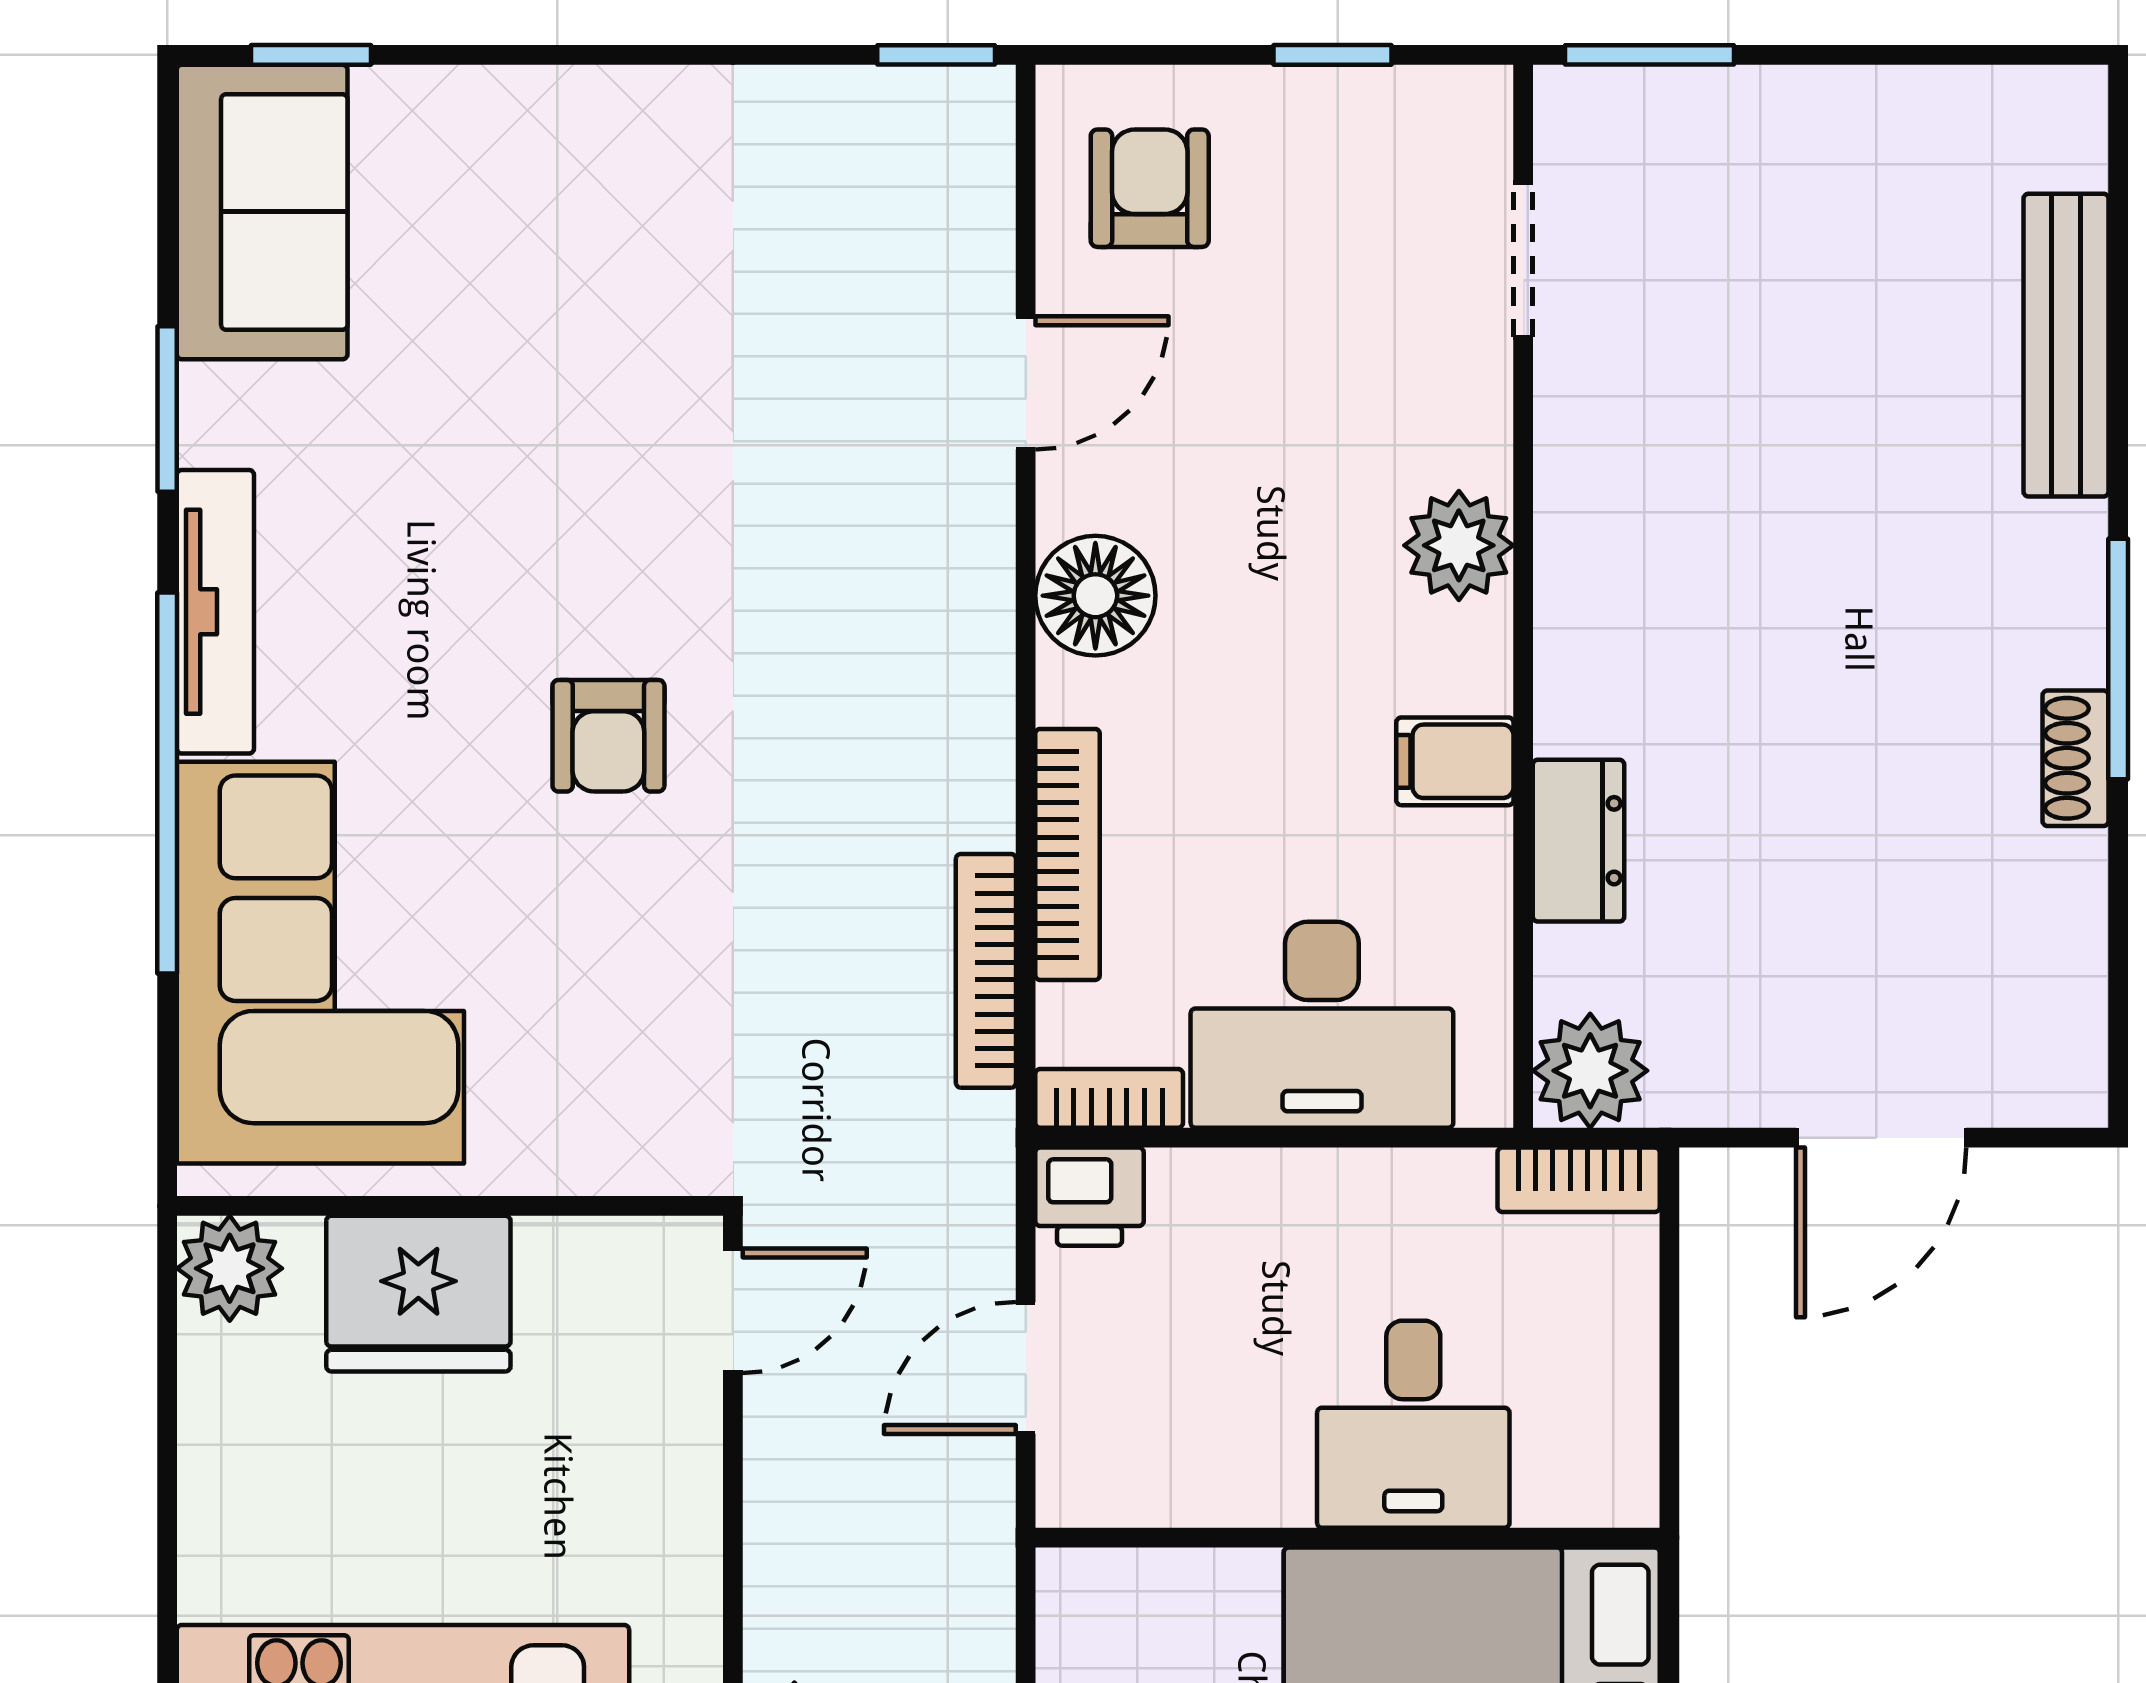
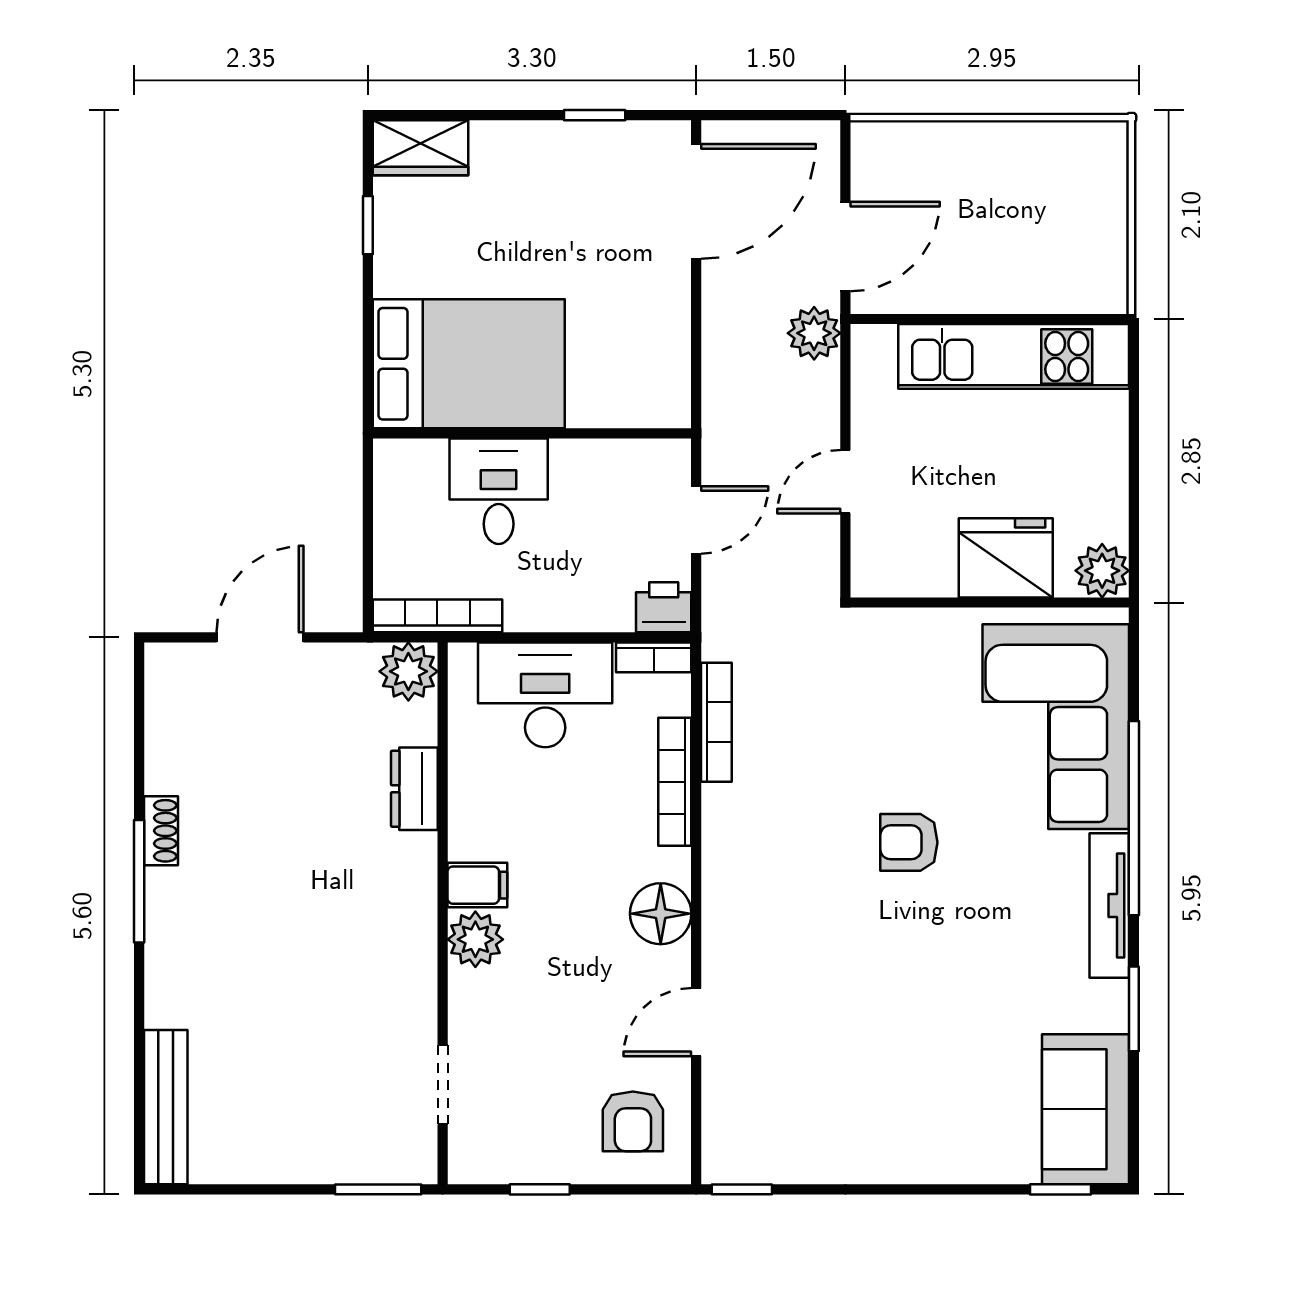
bench: (2066, 345) -> (166, 1107), moved
armchair: (608, 736) -> (909, 842), turned -90
filing cabinet: (1455, 761) -> (477, 885), moved
bookcase: (1579, 1180) -> (437, 616), width x1.56
door: (733, 1311) -> (845, 482), moved

